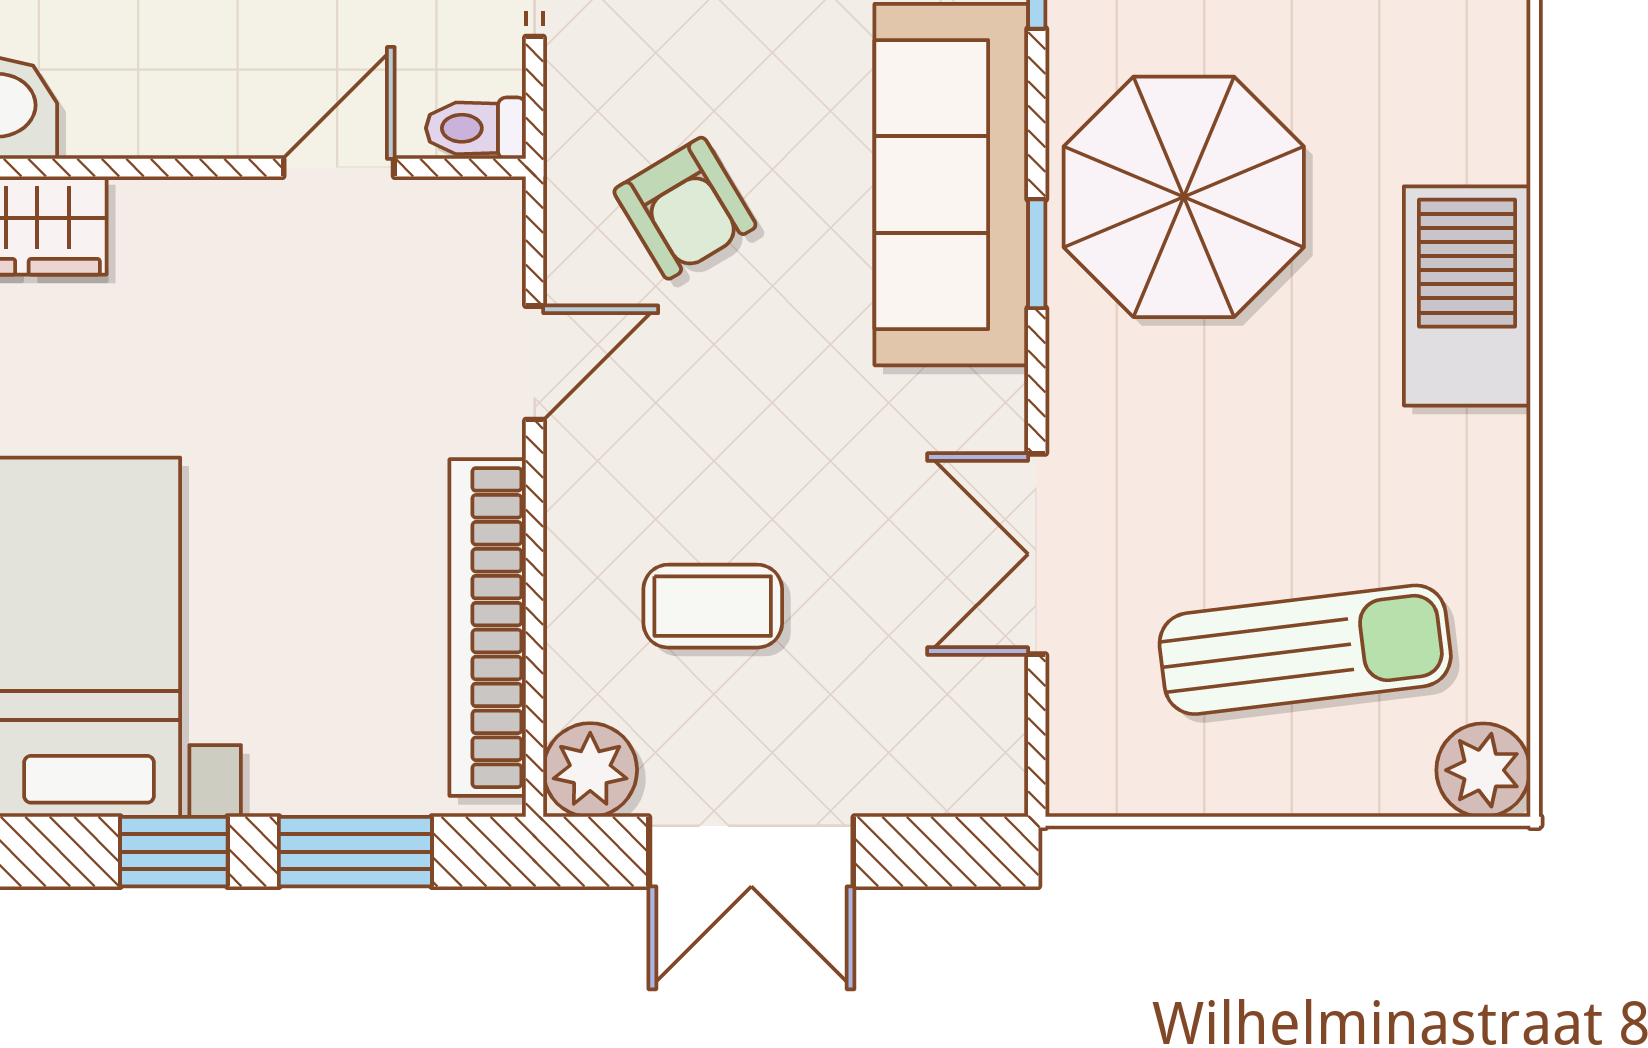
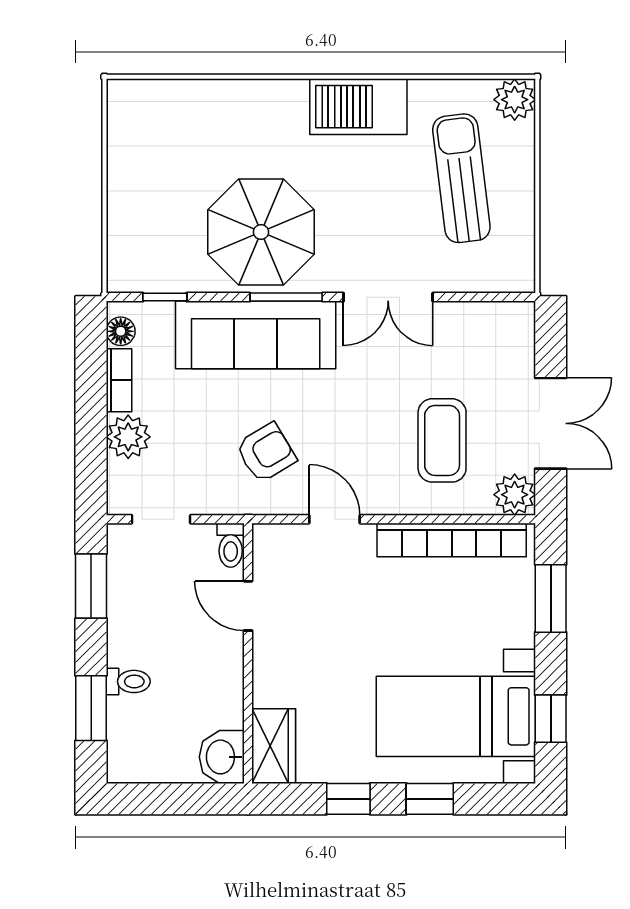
window: (1037, 254) -> (286, 297), width x1.50
barbecue: (1467, 296) -> (358, 107), moved
double door: (1037, 554) -> (388, 297), moved
coffee table: (713, 606) -> (442, 440), width x1.36, depth x1.30
window: (174, 852) -> (551, 719), moved

